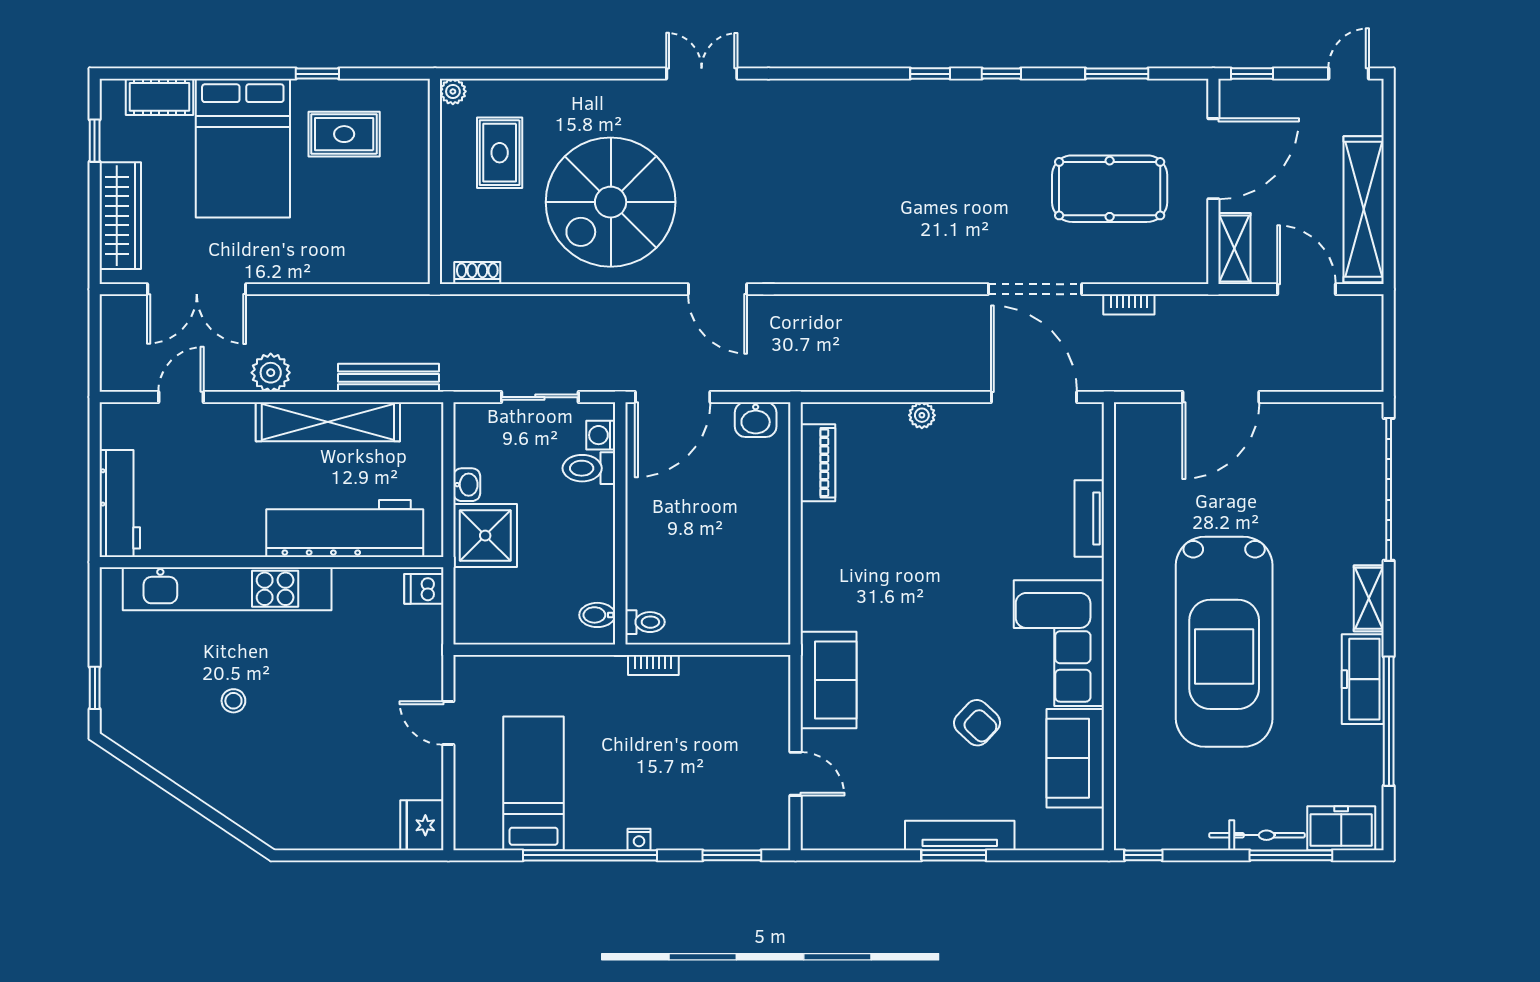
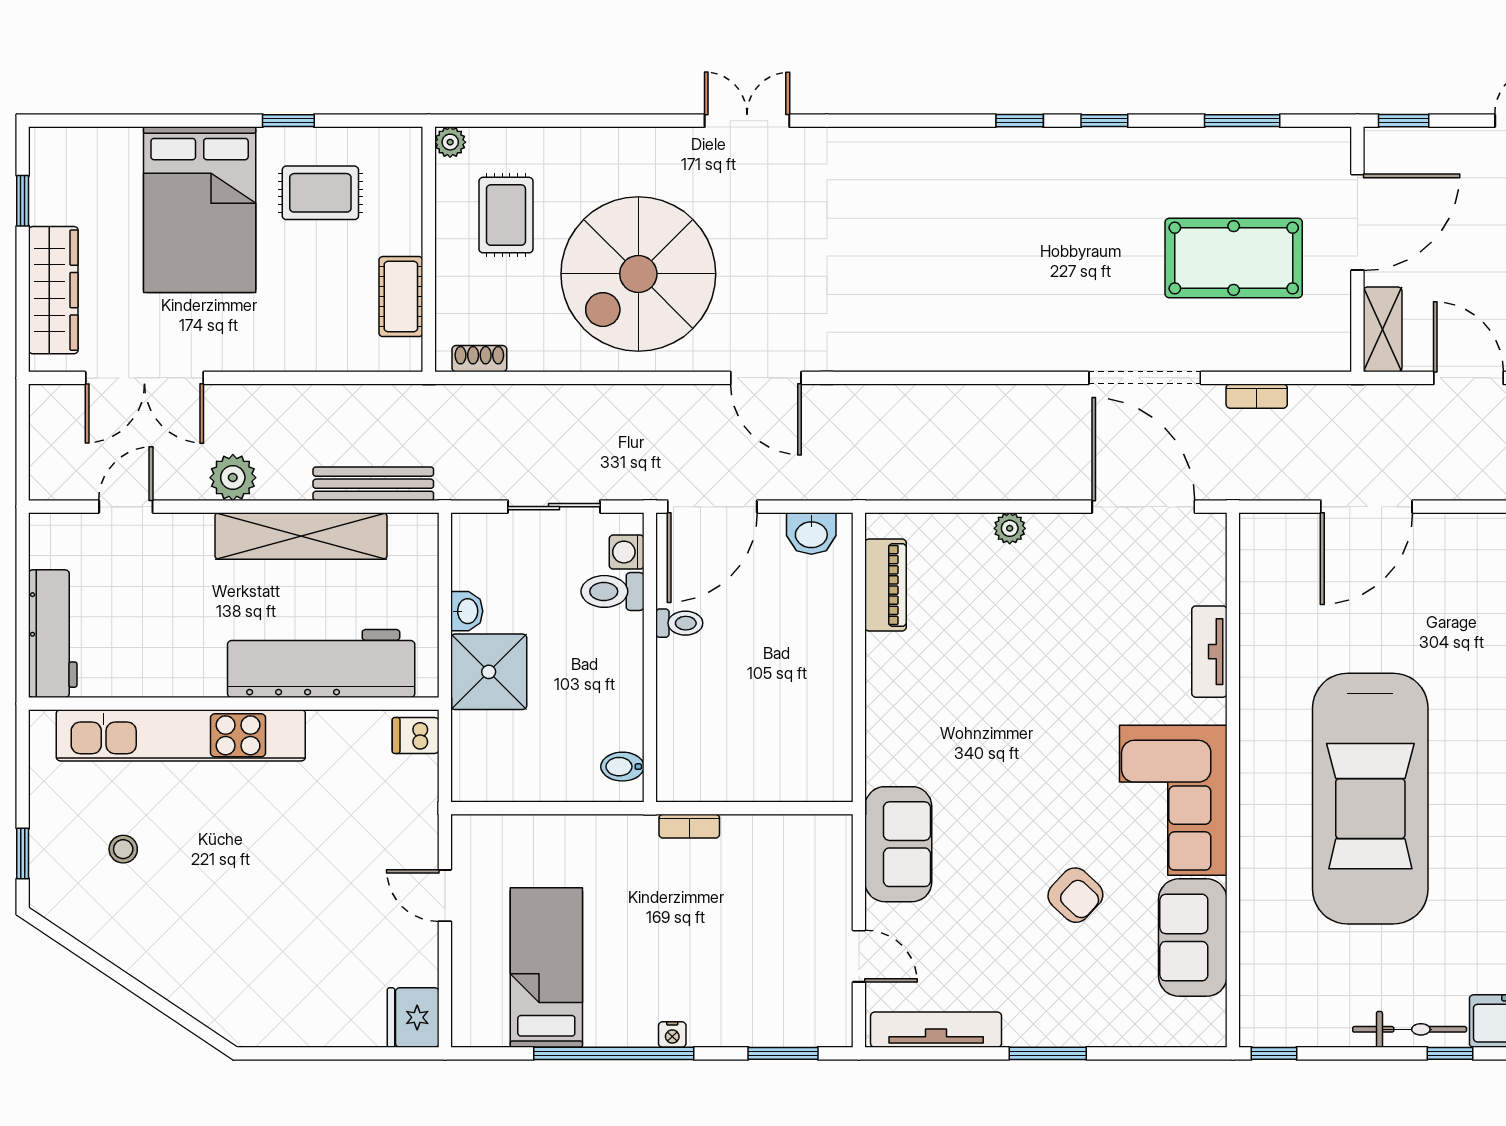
cot: (159, 97) -> (401, 297), moved, turned 90
toilet: (645, 622) -> (679, 623), moved
stool: (233, 701) -> (123, 849), moved
tv unit: (960, 835) -> (936, 1030), moved
window: (1291, 855) -> (1450, 1053), width x0.46

